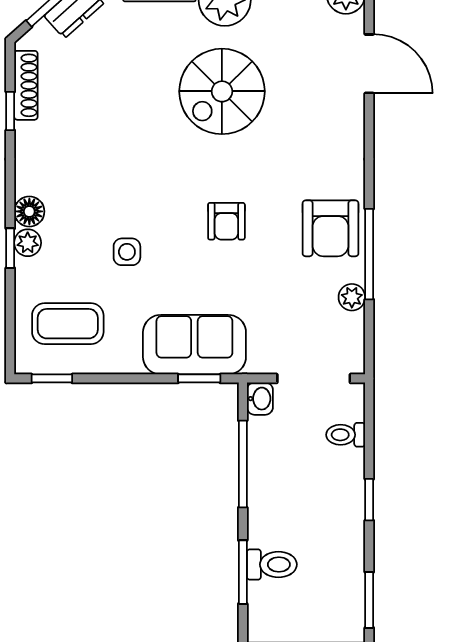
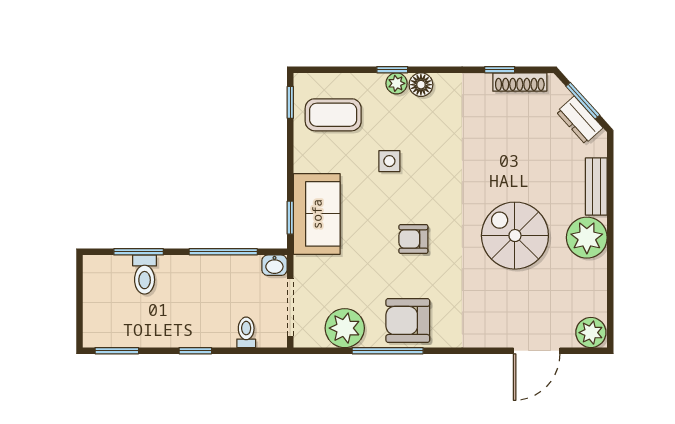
plant: (352, 297) -> (345, 328), width x1.88, depth x1.88
coffee table: (68, 324) -> (333, 115), turned 90

